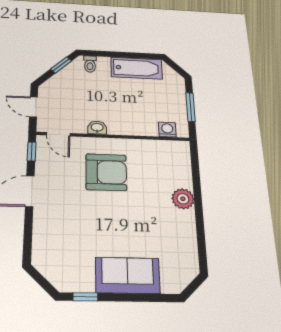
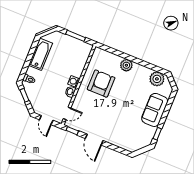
door: (33, 107) -> (46, 120), hinge flipped
washing machine: (167, 130) -> (74, 81), moved
armchair: (106, 172) -> (101, 84), moved
plant: (185, 258) -> (157, 79), added

